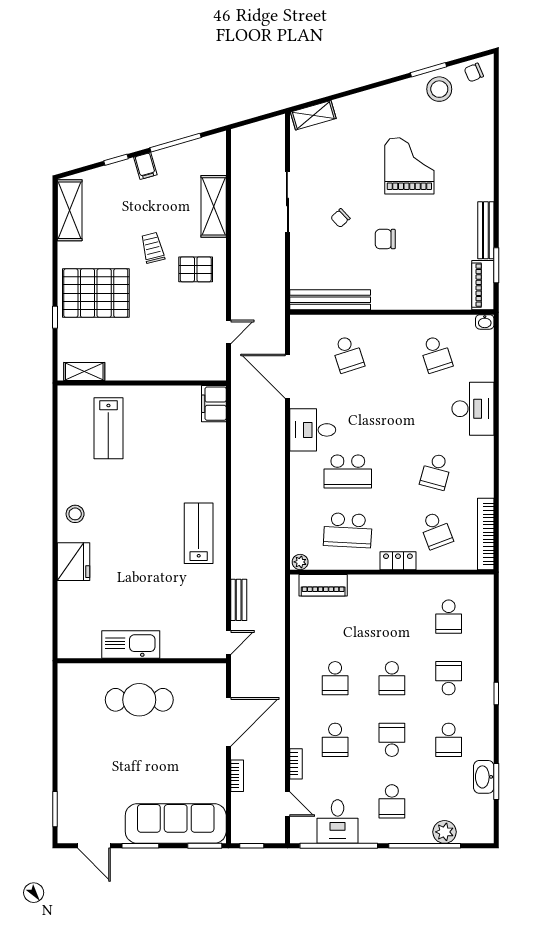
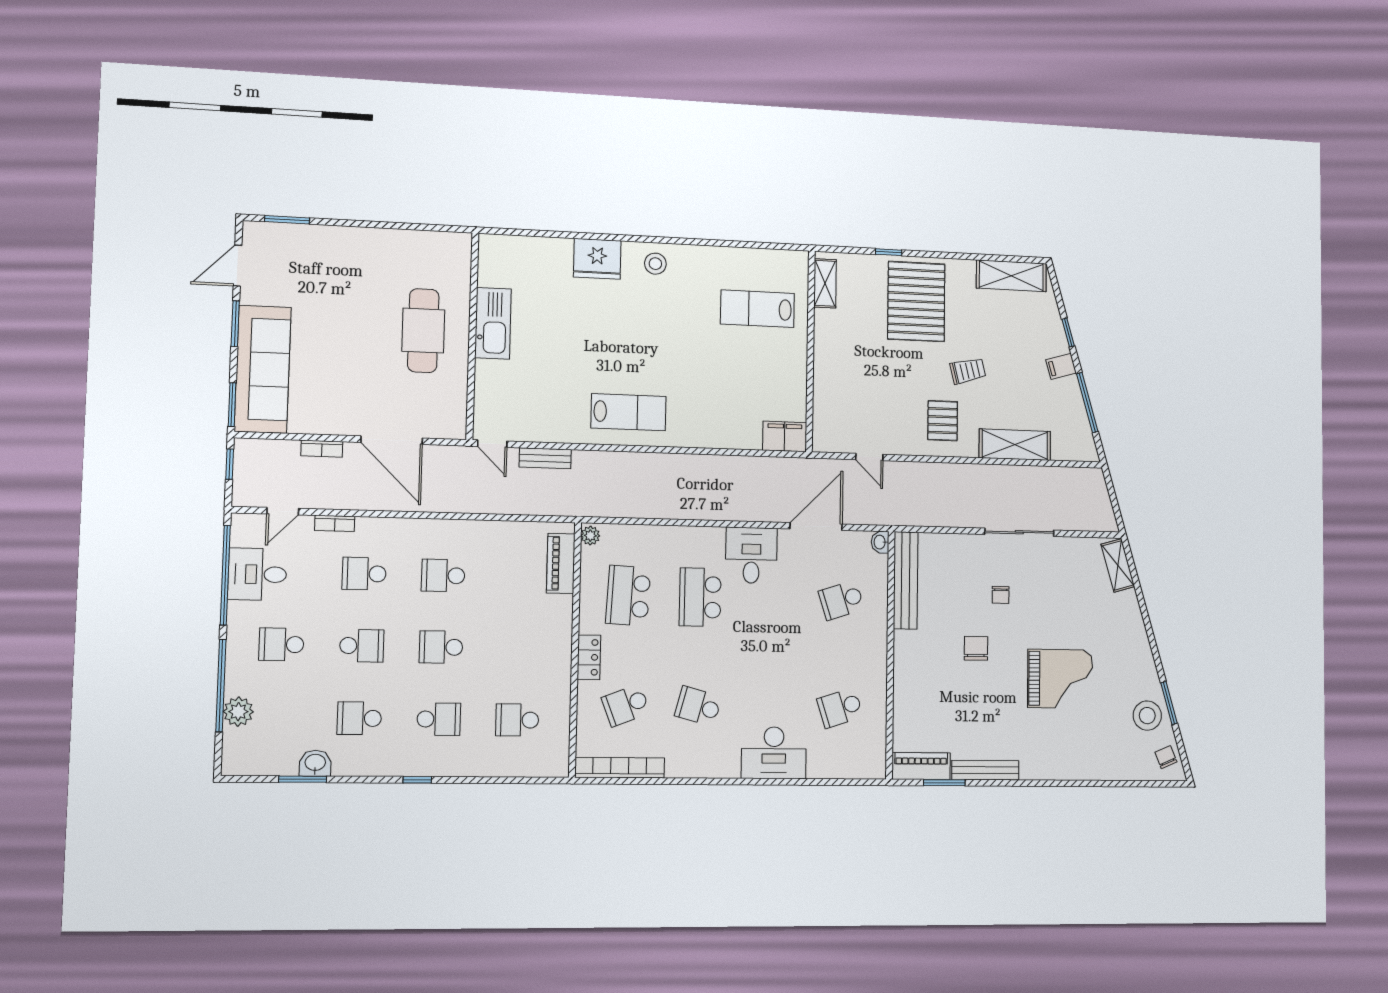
chair: (340, 218) -> (1001, 595), turned -137
washbasin: (485, 322) -> (880, 542), moved
washbasin: (484, 777) -> (315, 763), width x0.72

